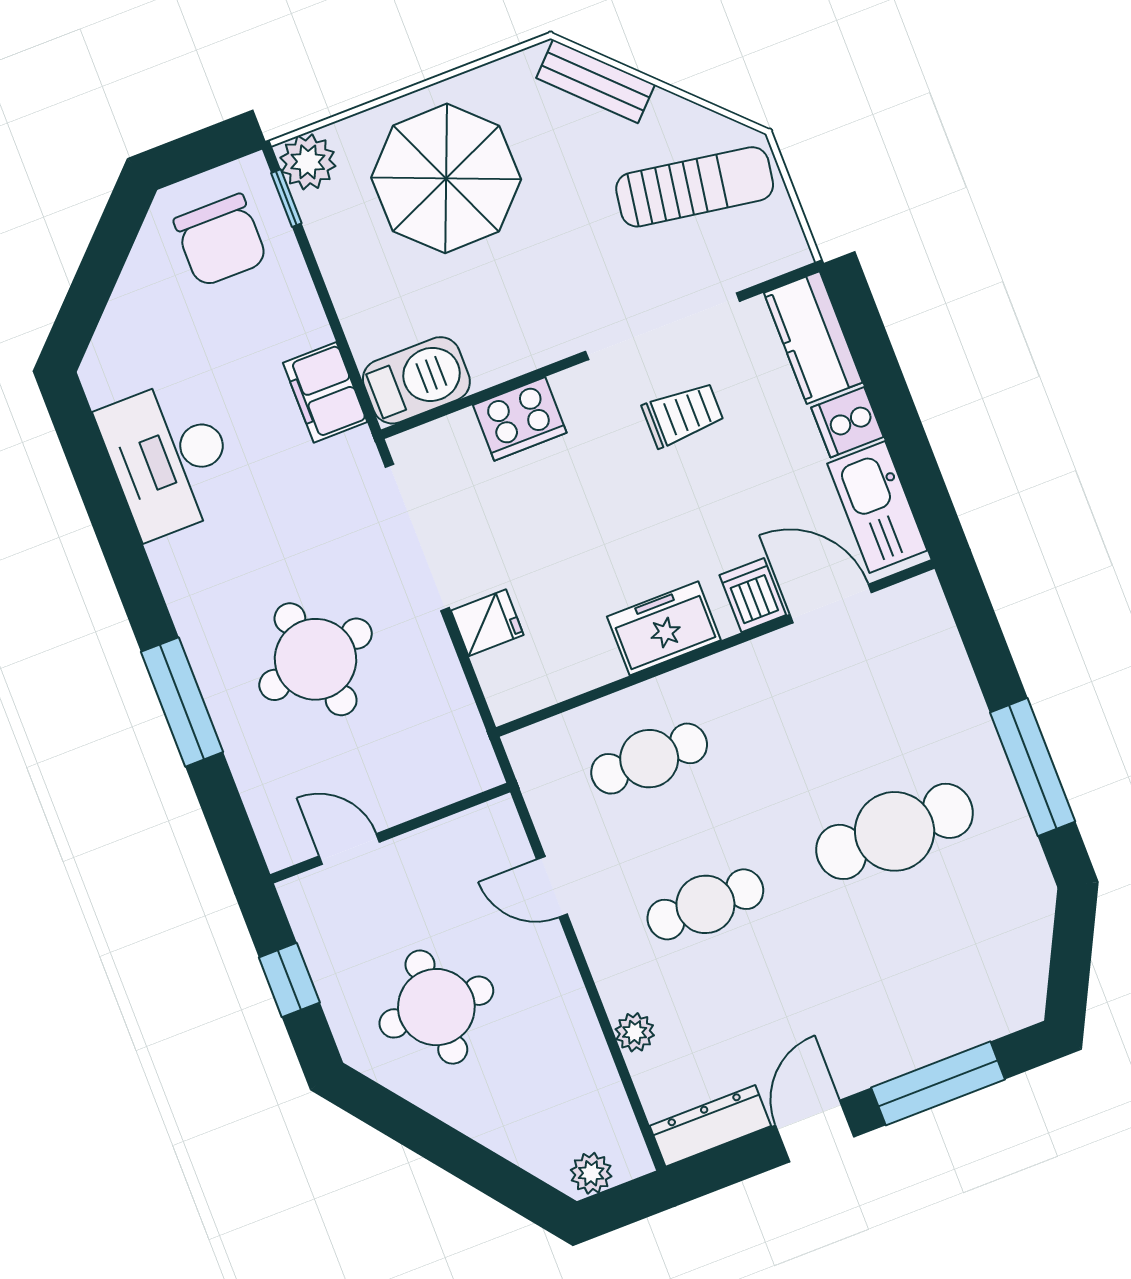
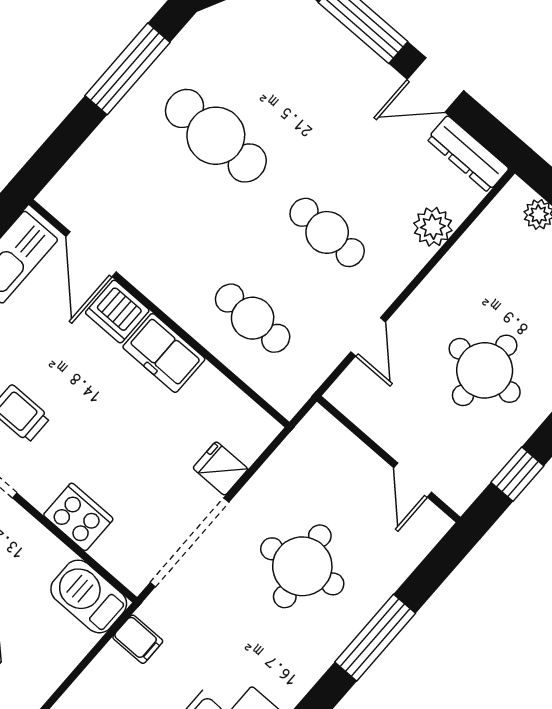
filing cabinet: (325, 392) -> (138, 639), width x0.50
dishwasher: (753, 595) -> (117, 312), width x1.38
plant: (635, 1032) -> (433, 227), width x1.38, depth x1.38

